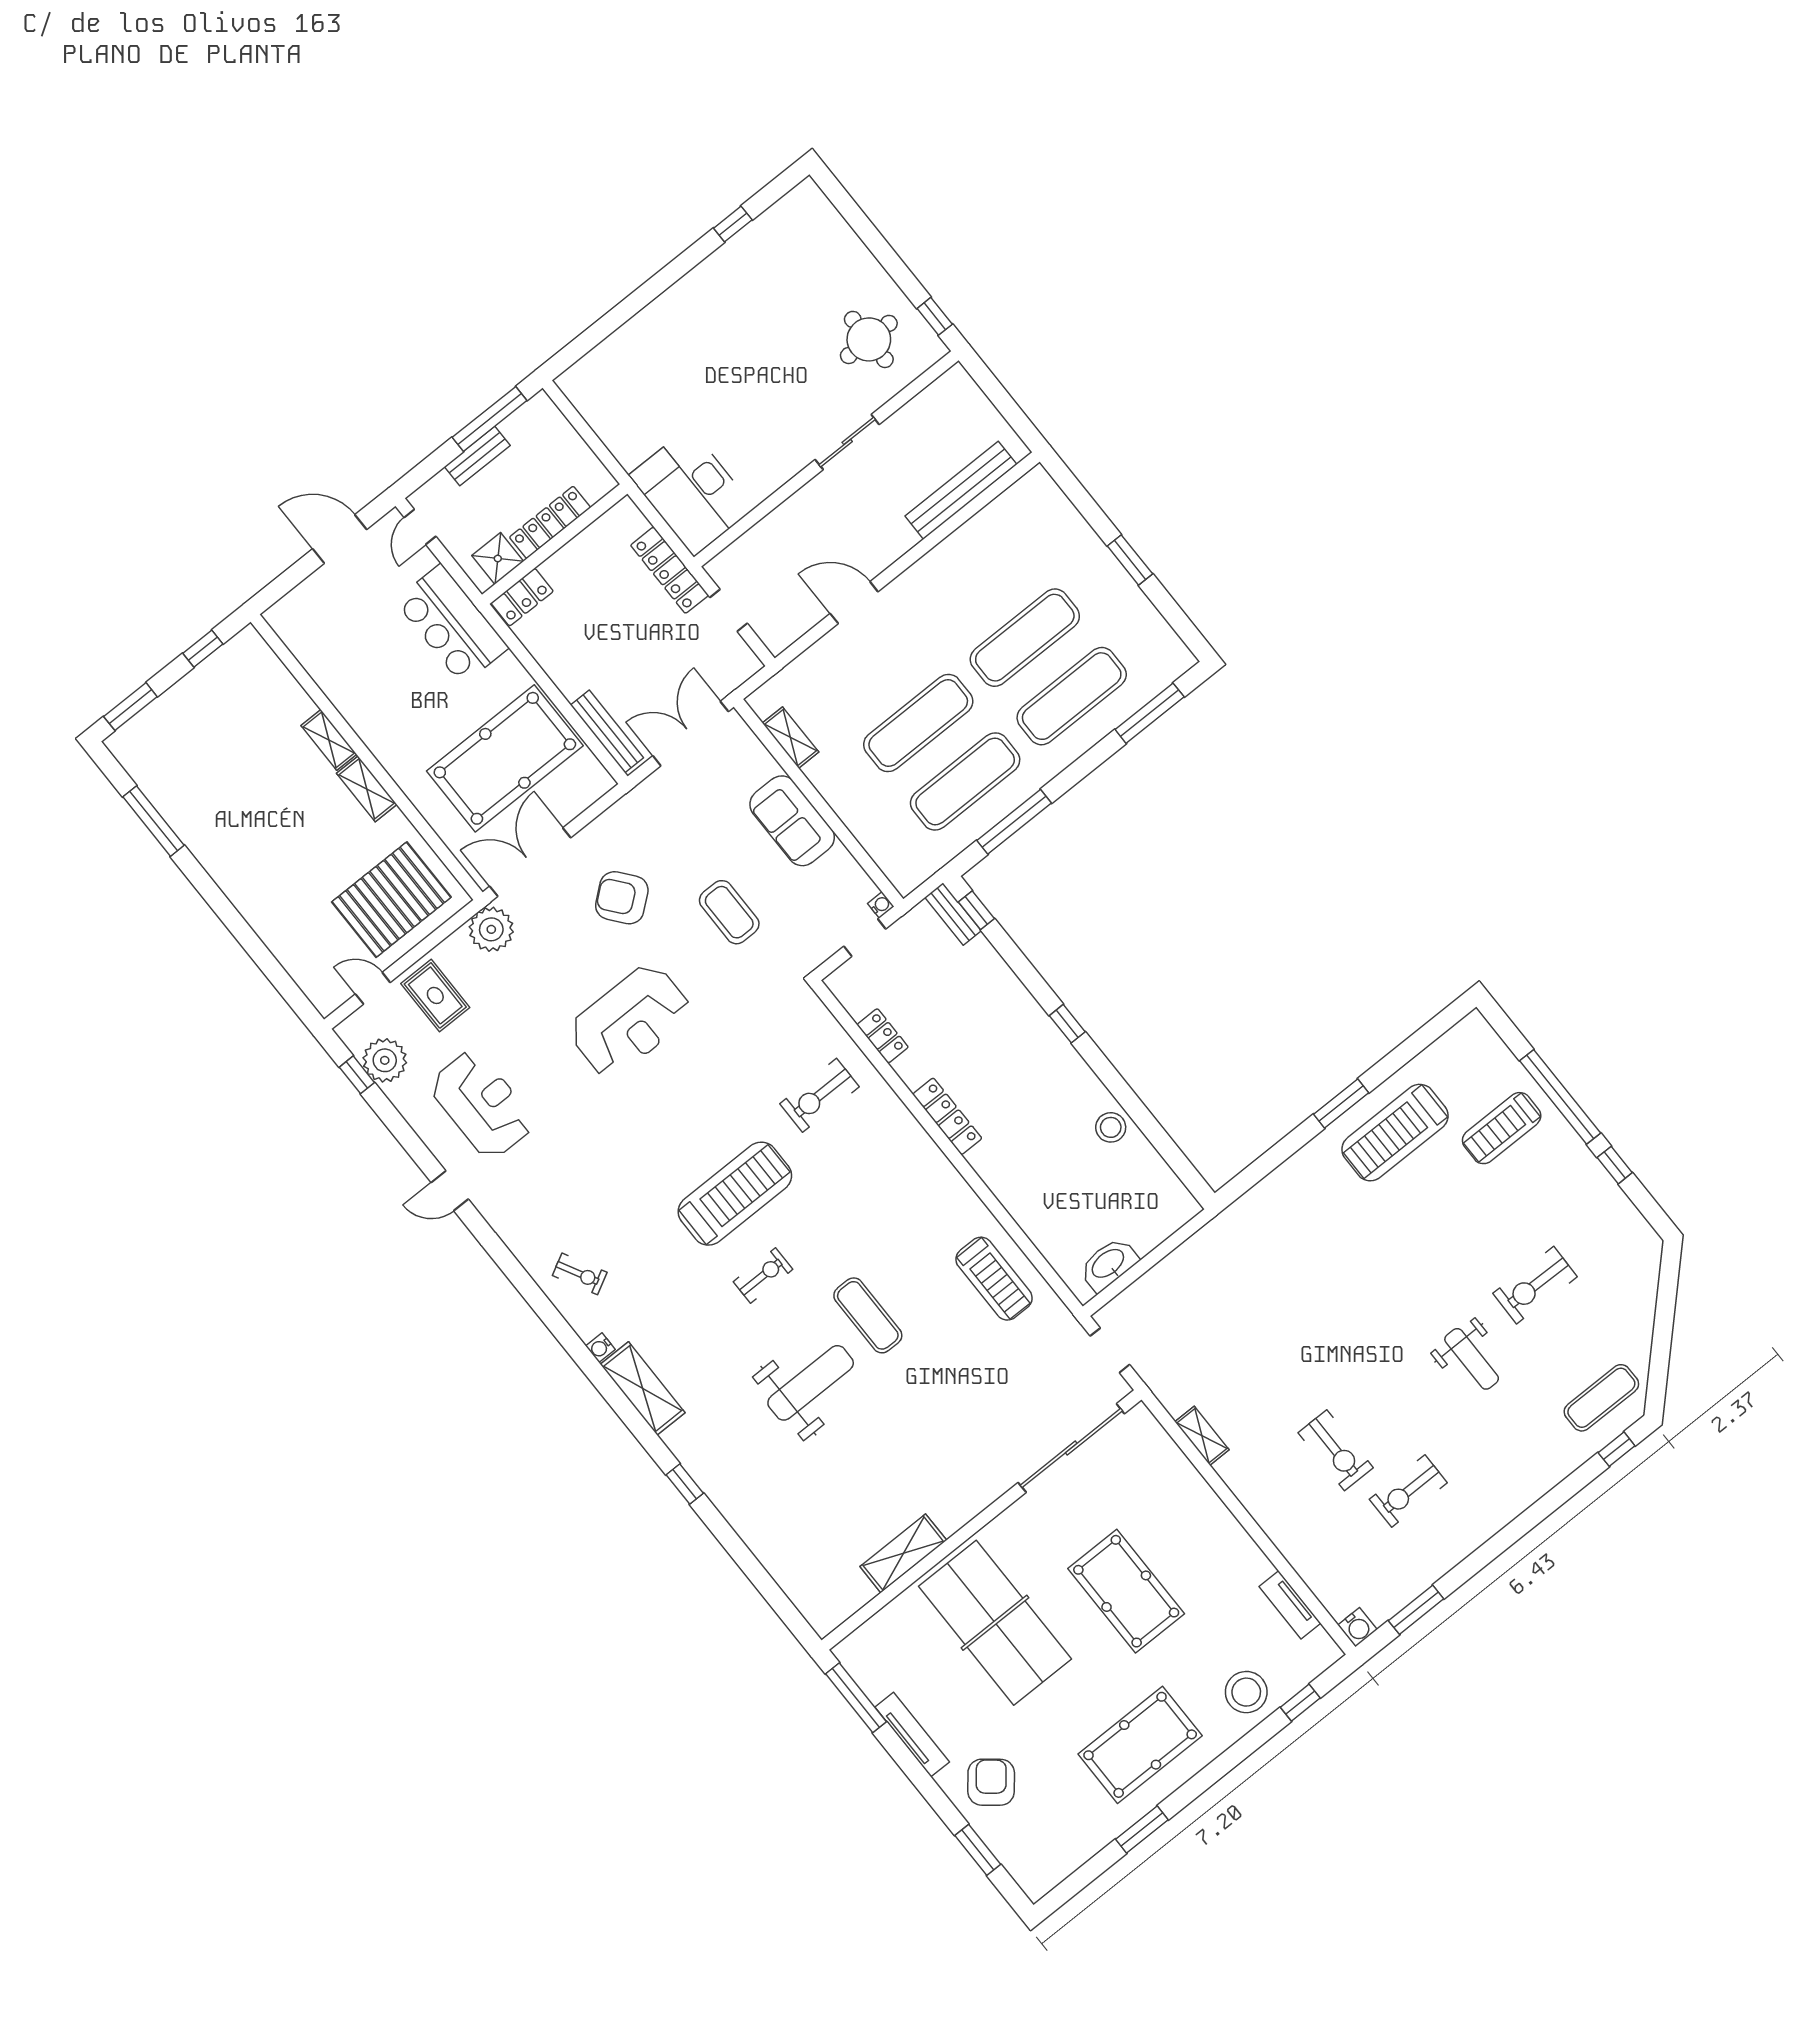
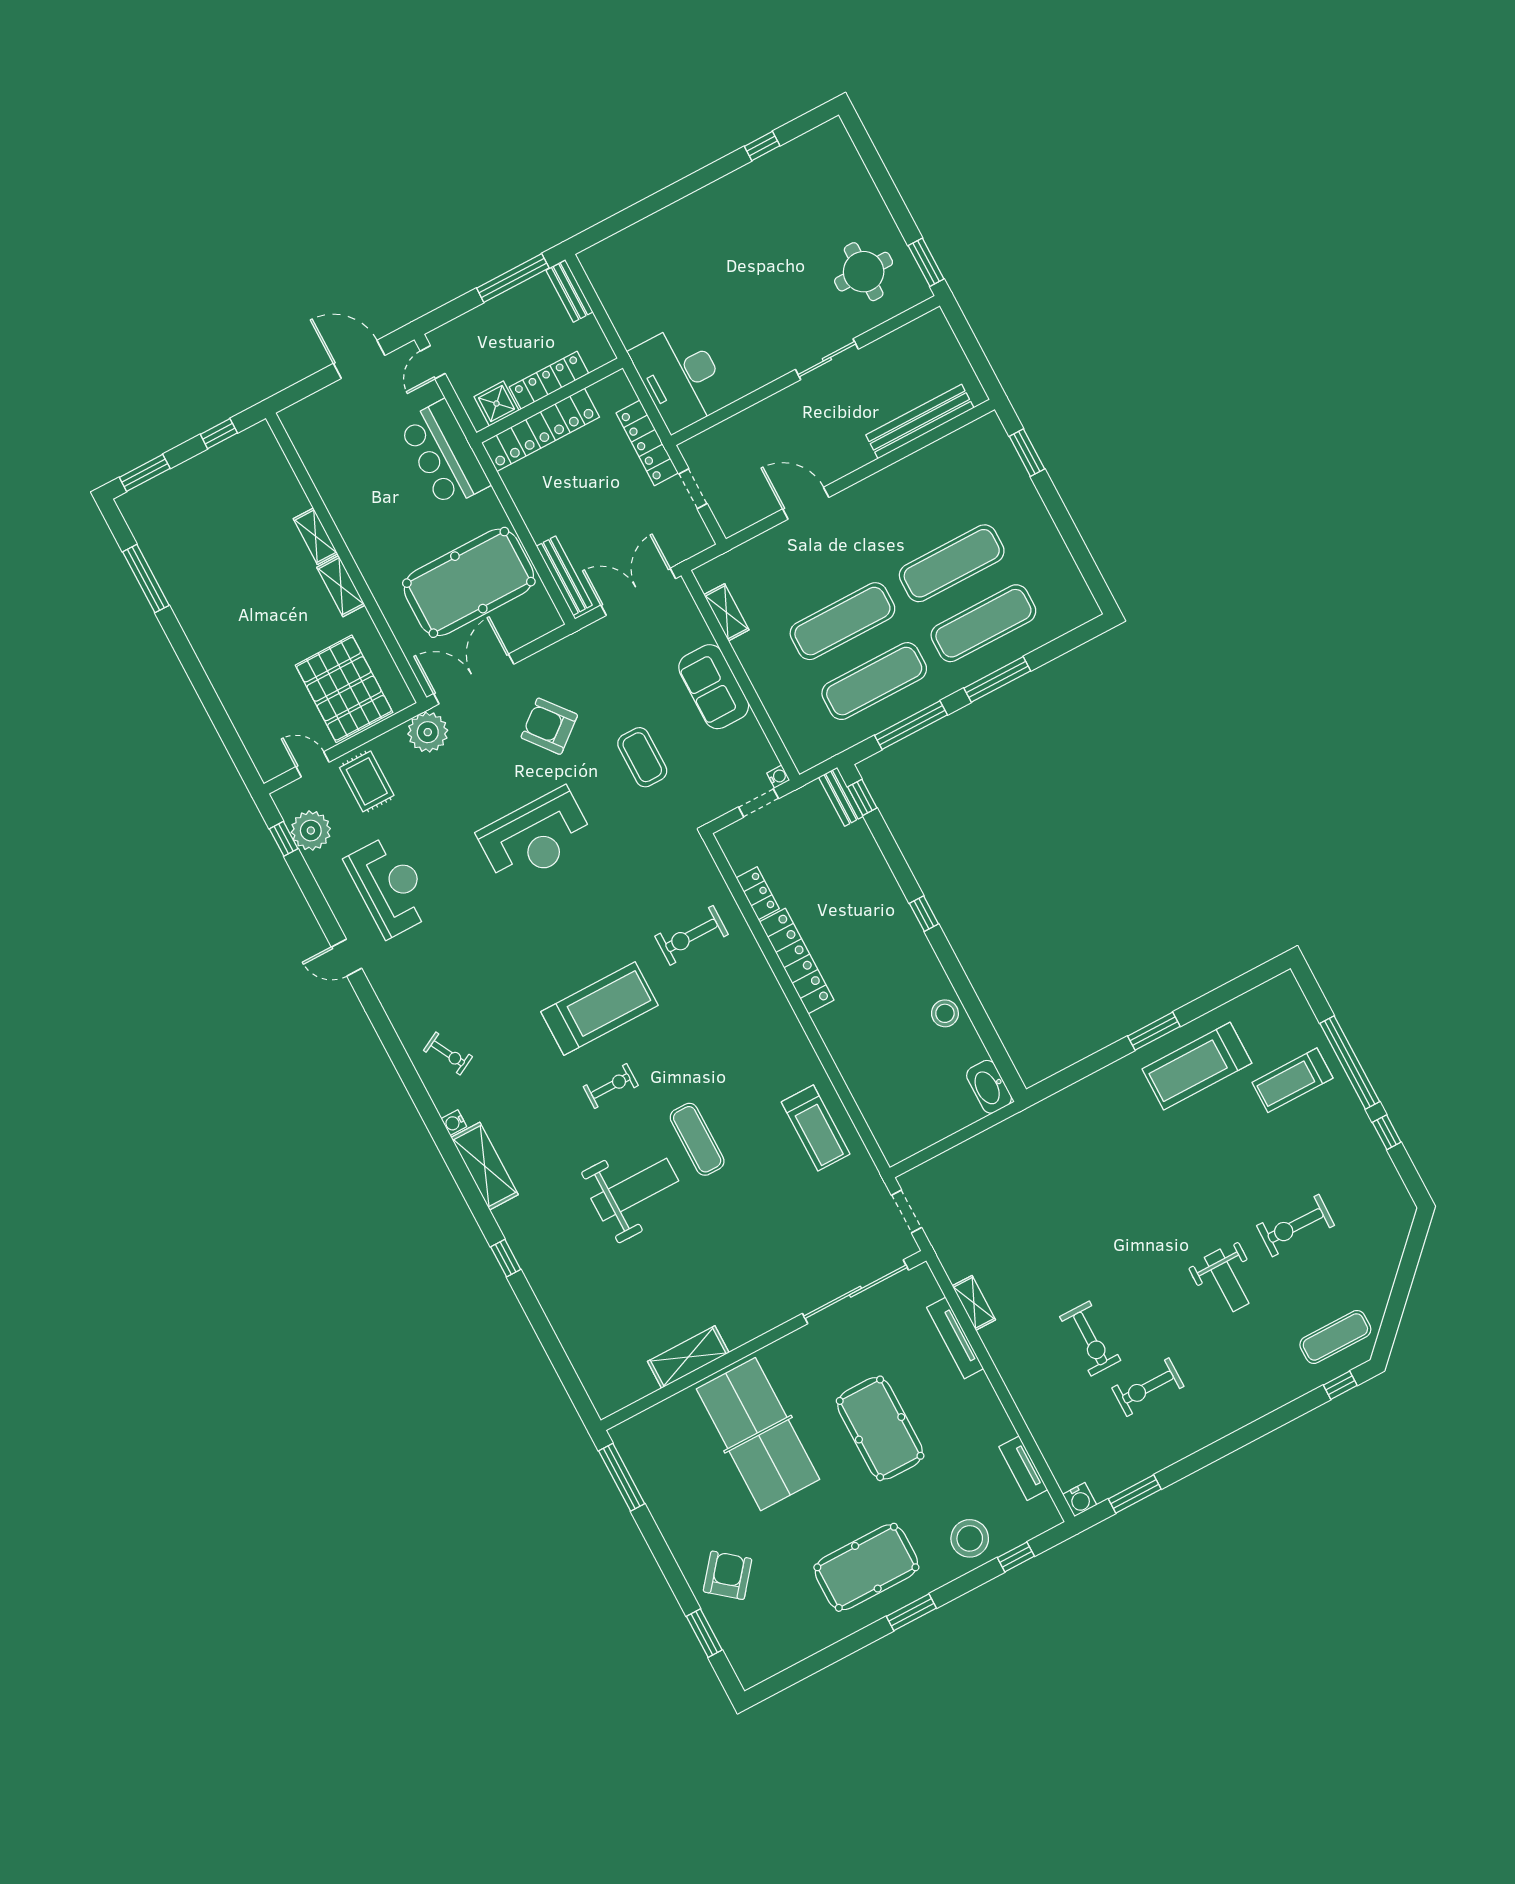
window: (935, 316) -> (926, 262), width x1.50
bench: (477, 456) -> (570, 291), moved, turned 90
window: (1130, 560) -> (1027, 453), moved
locker: (522, 597) -> (541, 430), width x2.16, depth x1.21
window: (1150, 713) -> (997, 679), moved
pallet: (391, 900) -> (344, 689), turned 90
locker: (947, 1116) -> (797, 961), width x1.41, depth x1.21
washbasin: (1109, 1264) -> (989, 1087), moved, turned -90
tv unit: (912, 1734) -> (955, 1338), moved, turned 180
window: (1142, 1830) -> (911, 1612), moved

